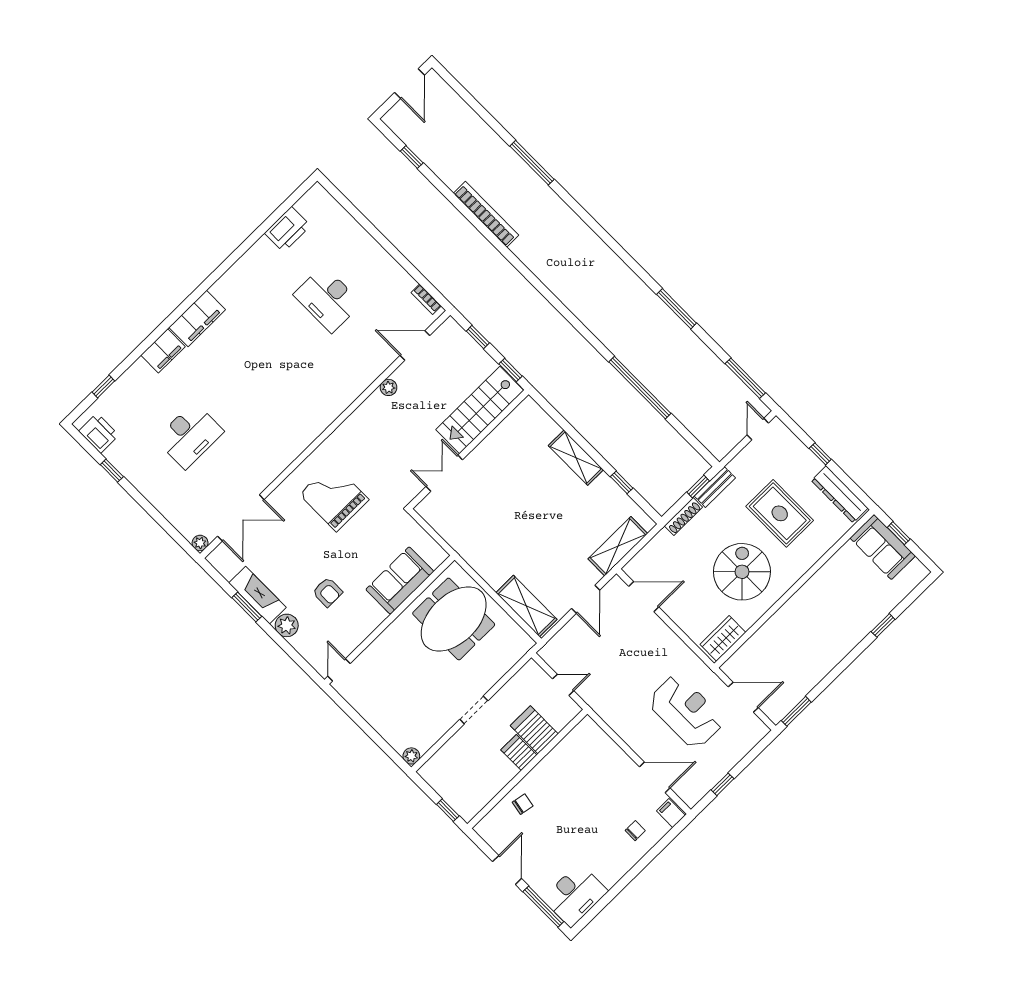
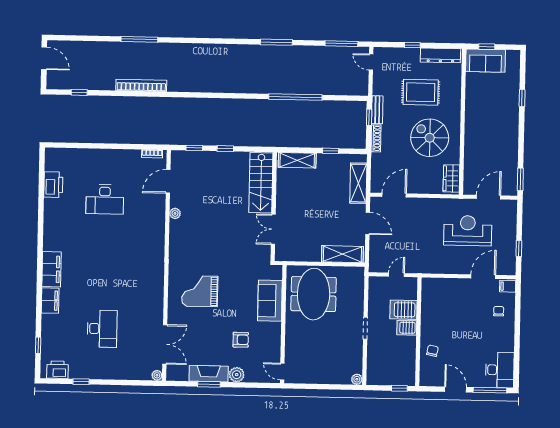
stairs: (480, 410) -> (261, 183), moved
wall: (469, 449) -> (274, 207), moved
double door: (444, 473) -> (273, 229), moved

